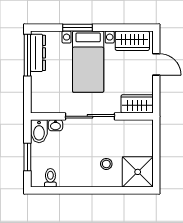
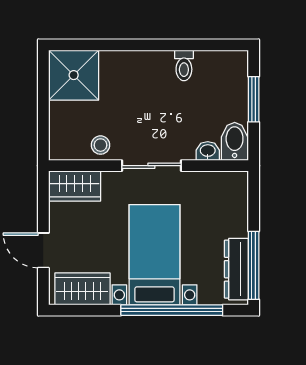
window: (77, 28) -> (172, 310), width x2.11
sliding door: (90, 116) -> (151, 166), width x0.73
stool: (106, 164) -> (100, 145), moved
toilet: (50, 178) -> (184, 65), moved

